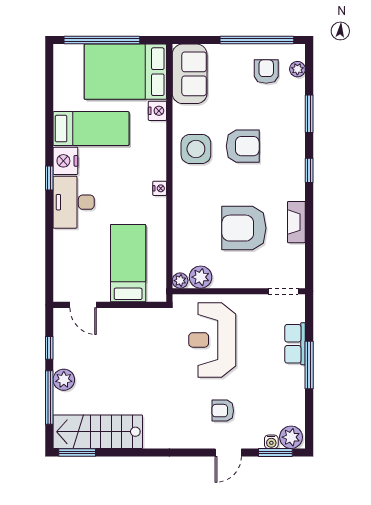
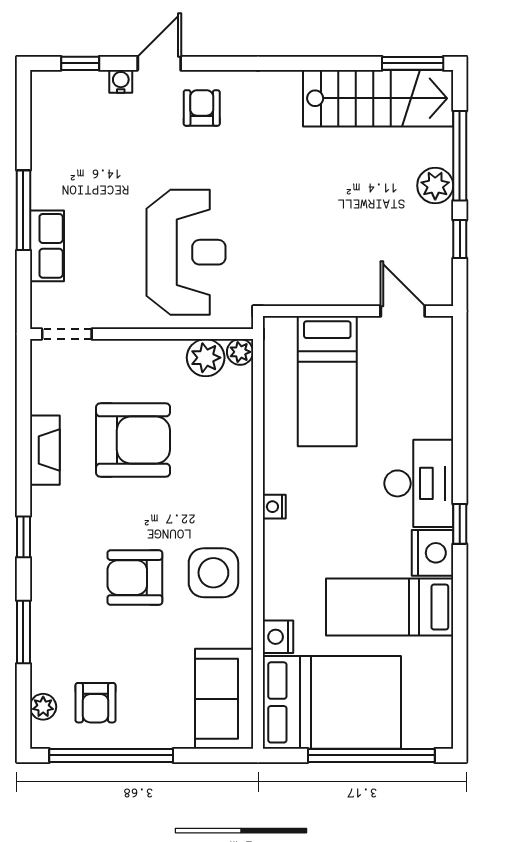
armchair: (223, 411) -> (202, 108), moved, turned -90
plant: (291, 437) -> (54, 89), removed
water cooler: (271, 442) -> (121, 81), moved
window: (275, 452) -> (80, 63), width x0.67

